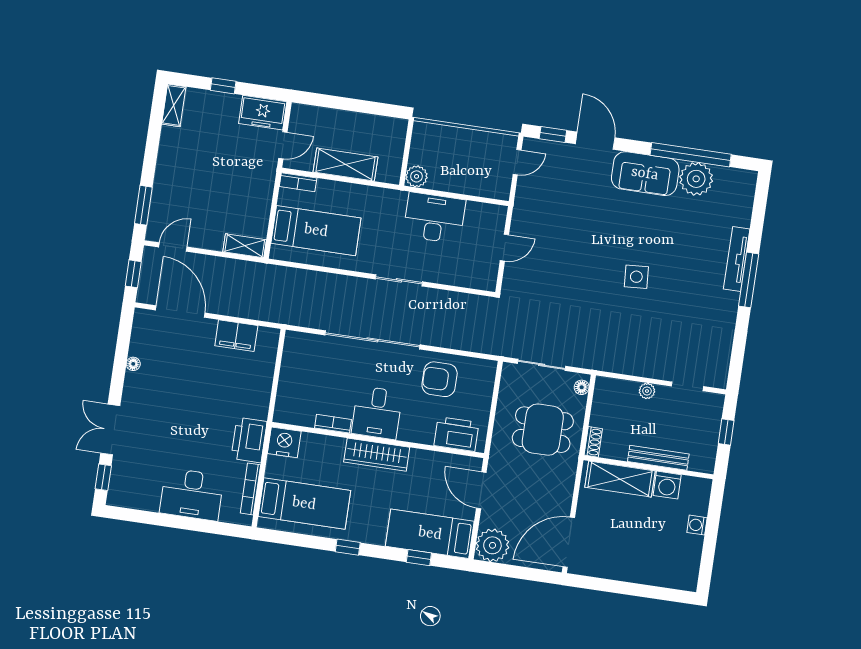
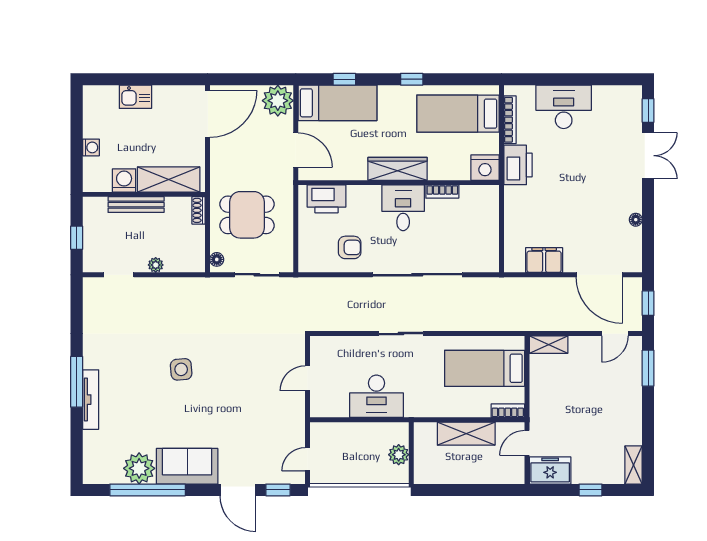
plant: (417, 176) -> (399, 455), moved
armchair: (440, 379) -> (350, 247), width x0.72, depth x0.72
kitchen sink: (642, 572) -> (135, 97), added

